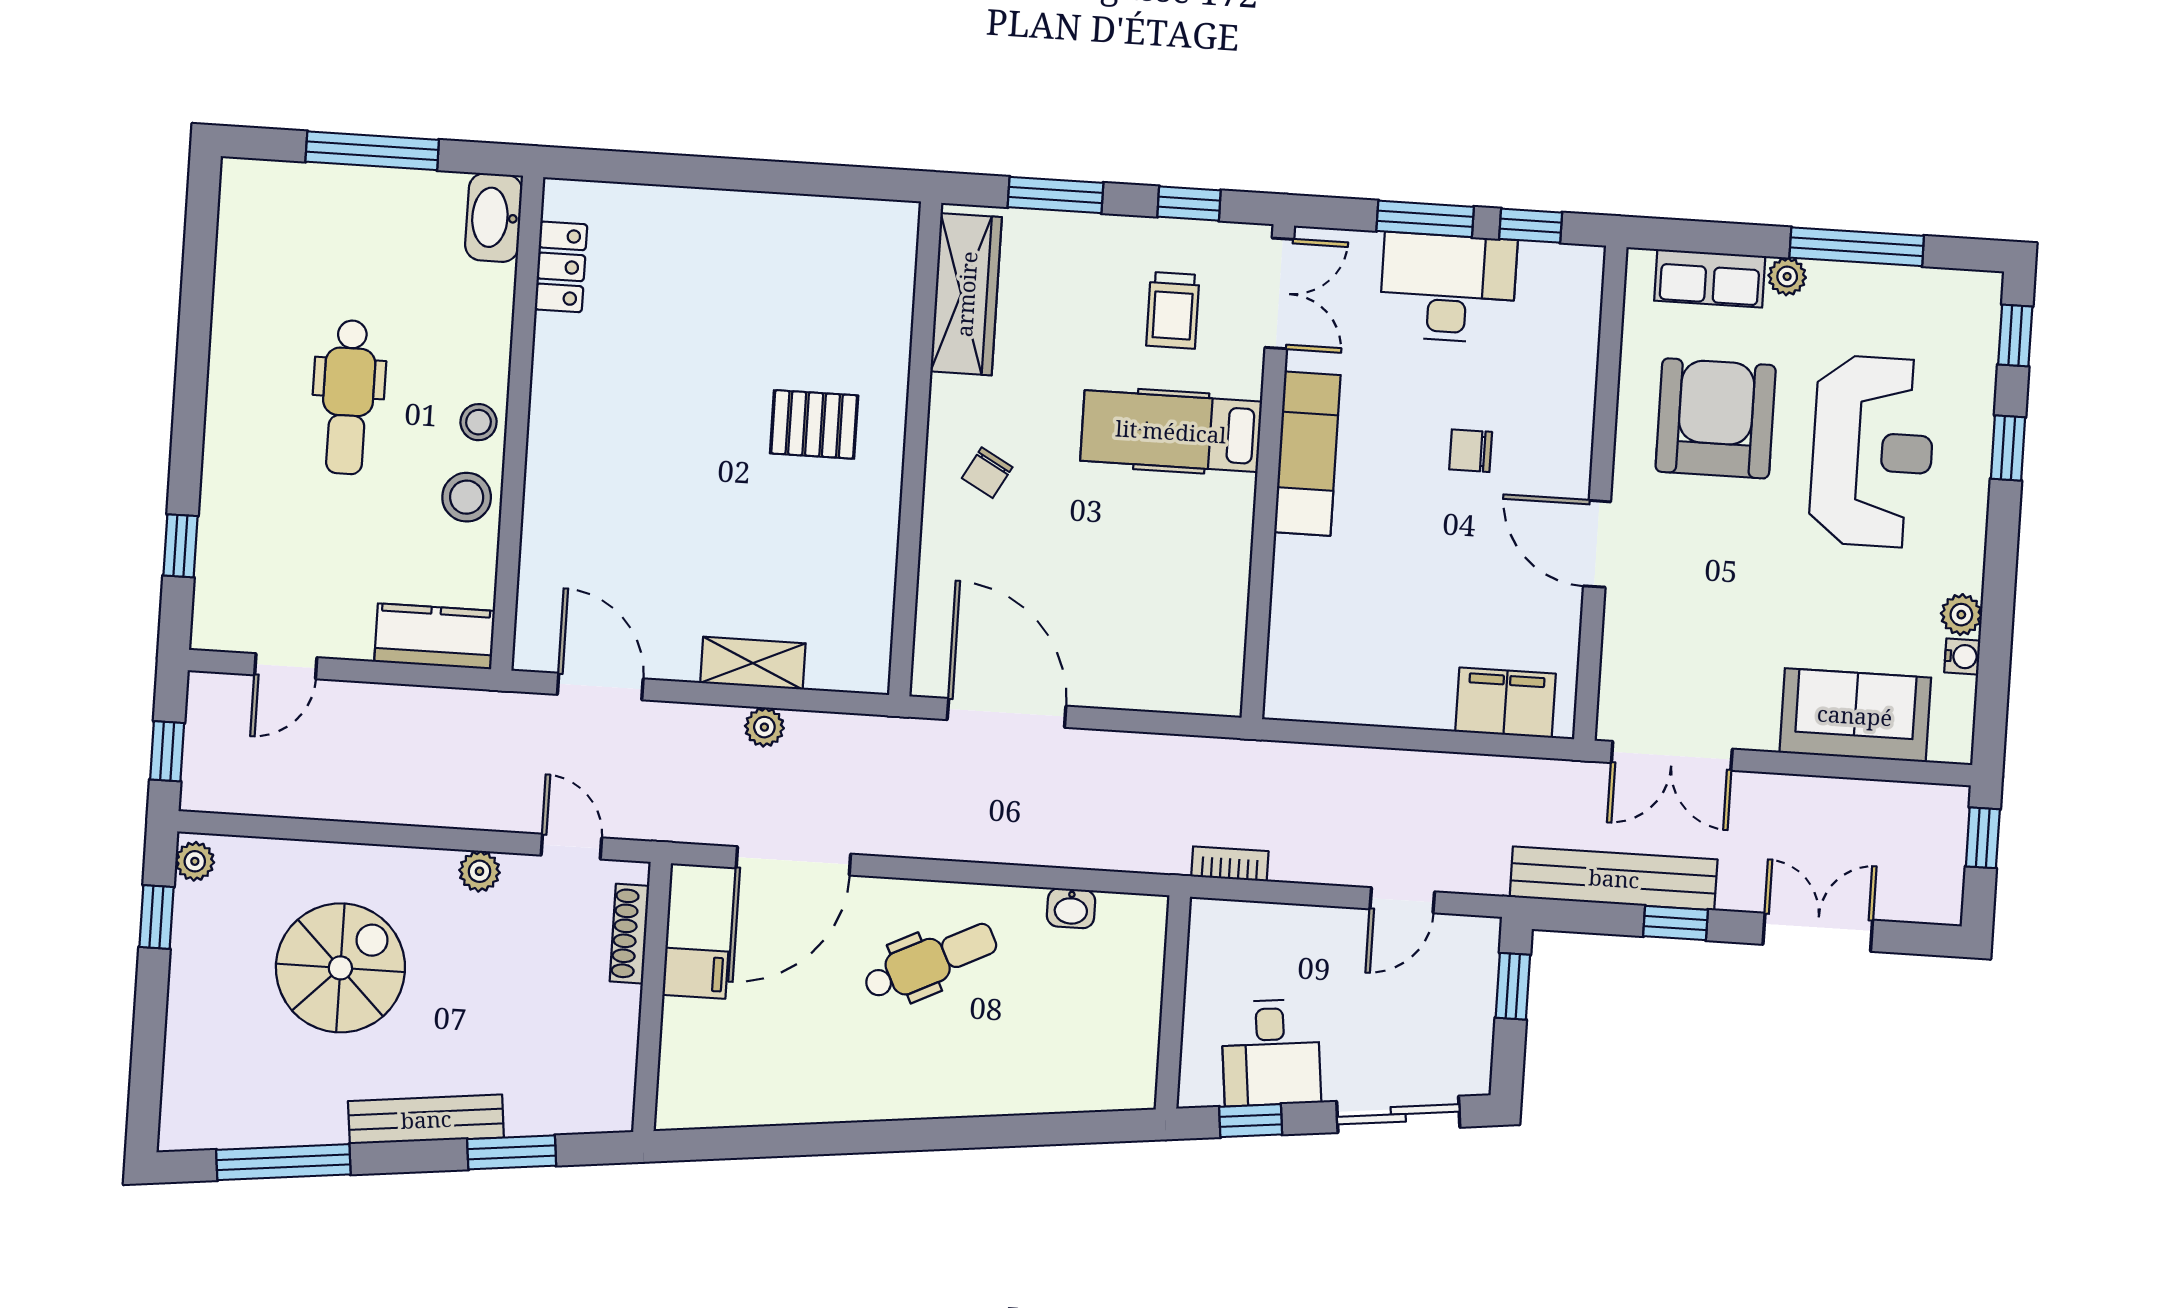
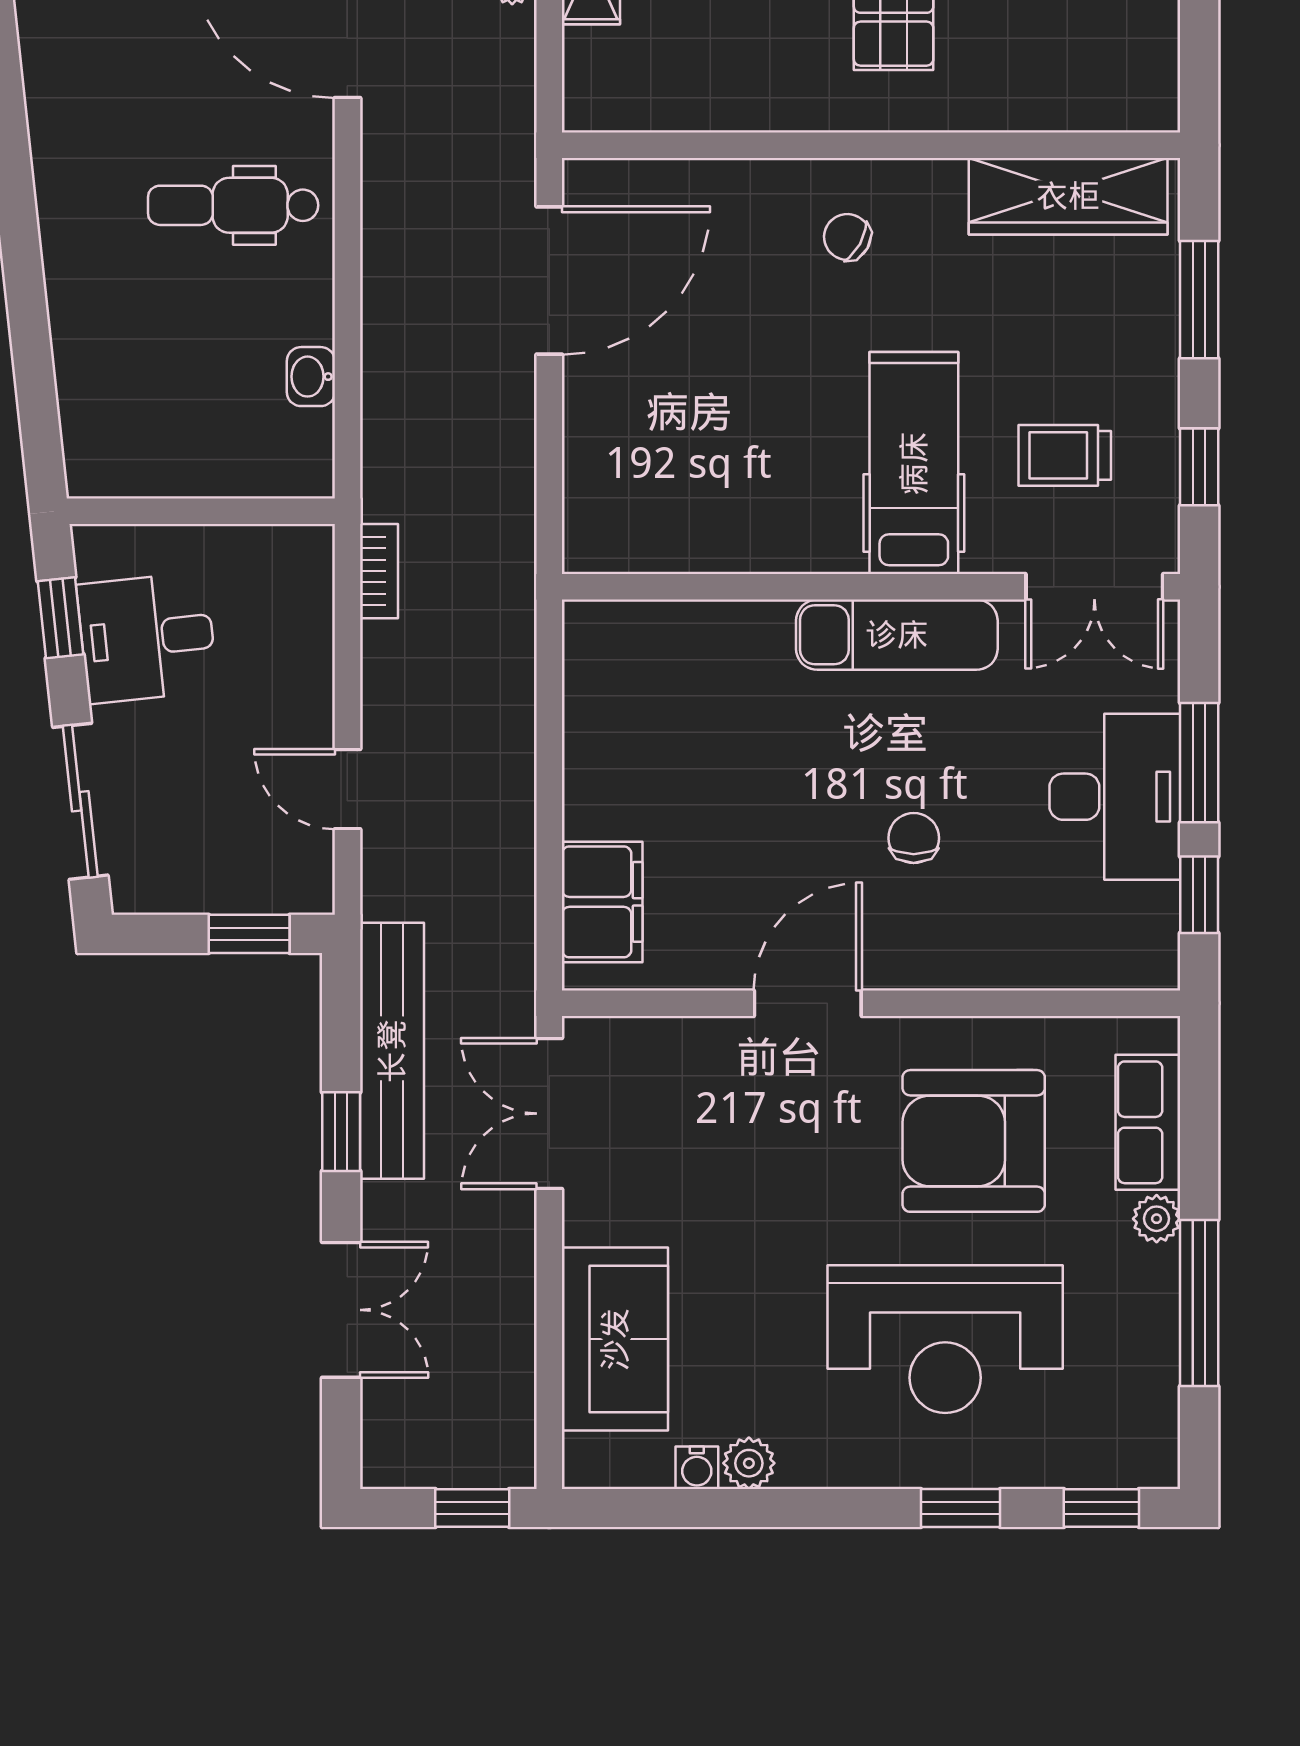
armchair: (1716, 418) -> (974, 1141), turned 180
dental chair: (930, 961) -> (233, 205), turned 116

